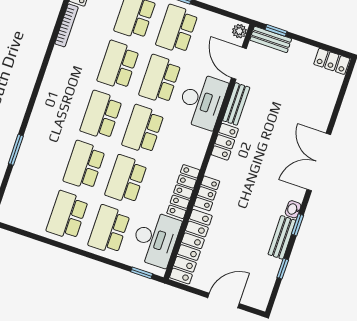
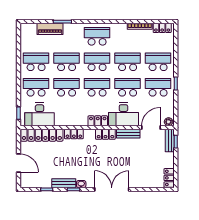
school desk: (59, 101) -> (97, 36), added
piano: (21, 174) -> (50, 29), added
locker: (183, 192) -> (98, 121), moved, width x0.66

